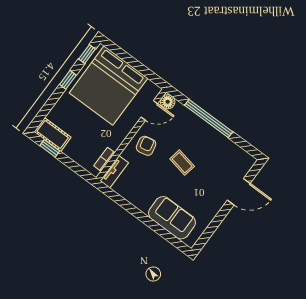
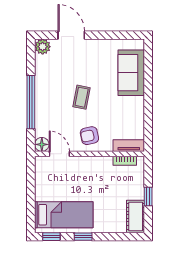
bed: (108, 86) -> (64, 215), width x0.49
window: (50, 148) -> (148, 196), moved
plant: (247, 161) -> (43, 47), added

